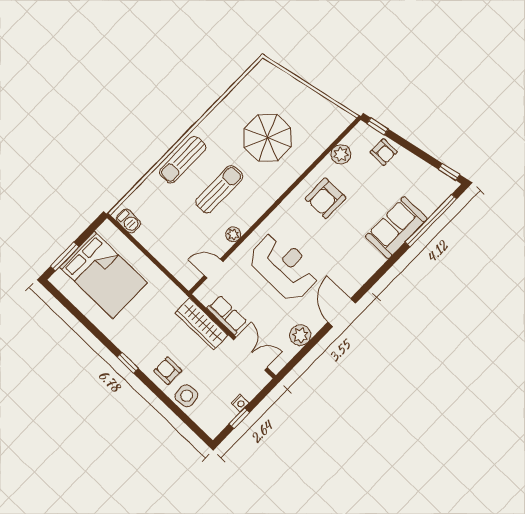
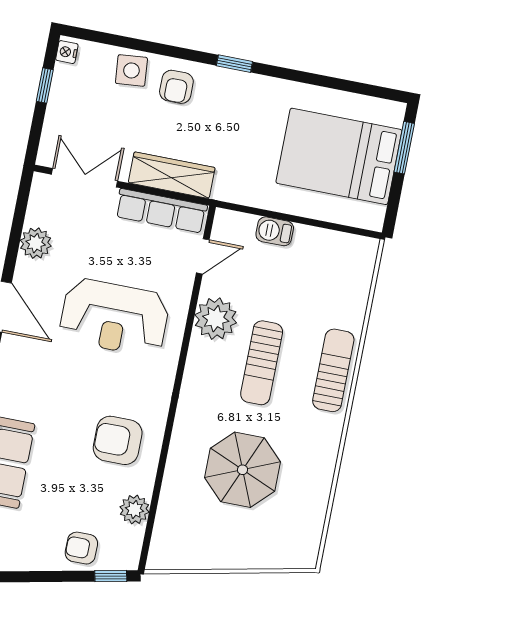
armchair: (326, 198) -> (118, 440), turned -90
barbecue: (128, 221) -> (275, 231), moved
plant: (233, 234) -> (216, 319), width x1.88, depth x1.88
row of seats: (227, 315) -> (161, 211), width x1.48
double door: (250, 354) -> (84, 178), swing flipped
armchair: (168, 371) -> (176, 87), turned 90
nightstand: (240, 403) -> (67, 52), moved

